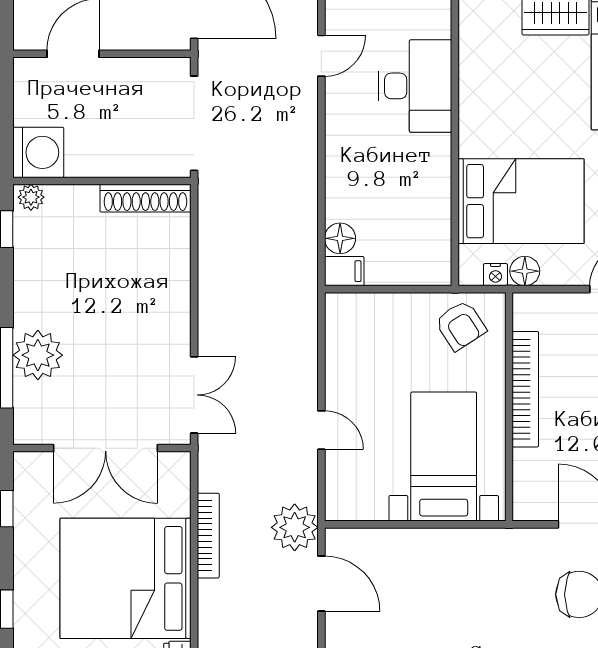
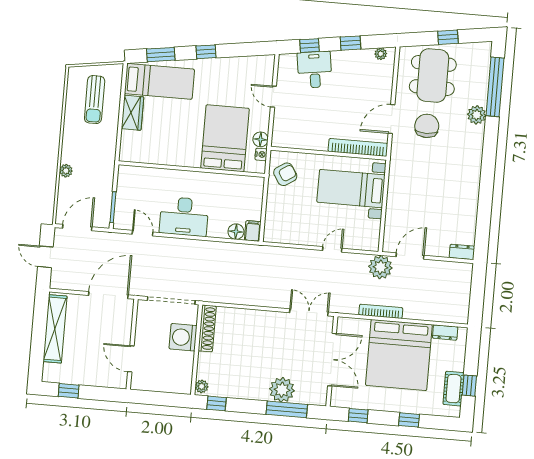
desk: (415, 86) -> (184, 216), moved, turned 180
washing machine: (38, 152) -> (183, 337), moved, turned -90
bookcase: (525, 389) -> (358, 147), moved

